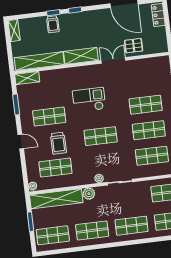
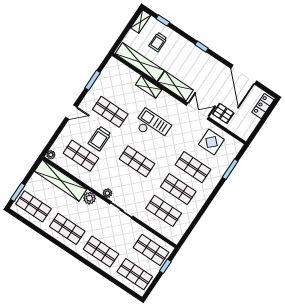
window: (53, 13) -> (163, 20), moved
trolley: (53, 24) -> (158, 42), moved
display table: (143, 74) -> (211, 142), added
shelving: (27, 78) -> (149, 87), moved
door: (21, 142) -> (71, 112), hinge flipped
window: (30, 222) -> (18, 192), moved

